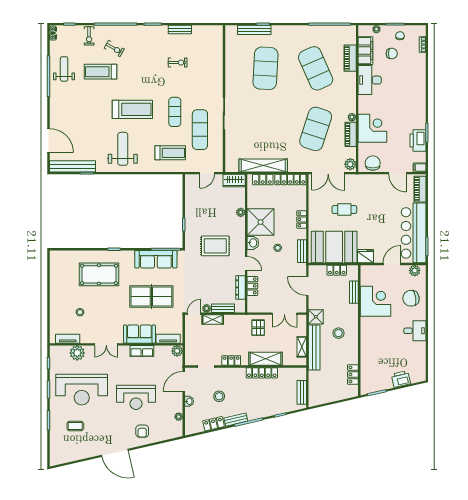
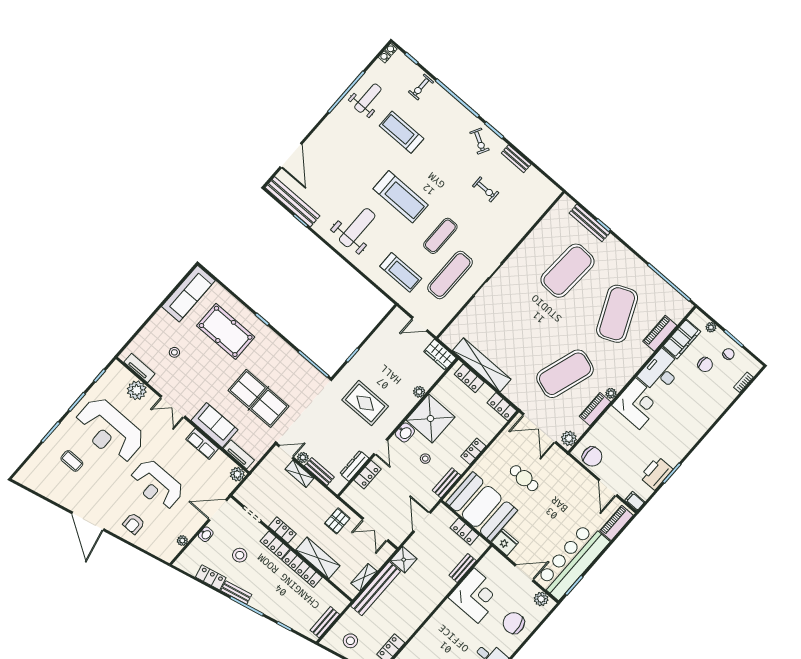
exercise bike: (114, 48) -> (480, 141), moved
corner desk: (372, 128) -> (638, 404), moved
chair: (373, 163) -> (592, 457), turned 90
locker: (290, 180) -> (502, 407), width x0.66
sofa: (156, 259) -> (188, 294), moved, turned -90
stool: (338, 333) -> (350, 641), moved
locker: (234, 373) -> (275, 545), added

